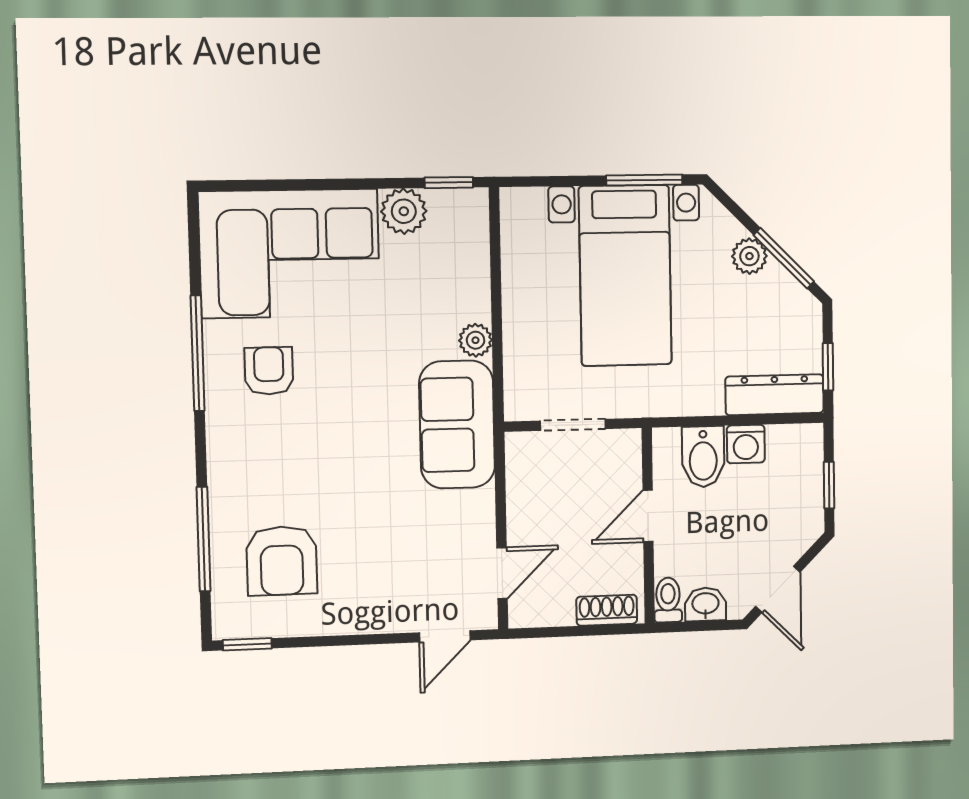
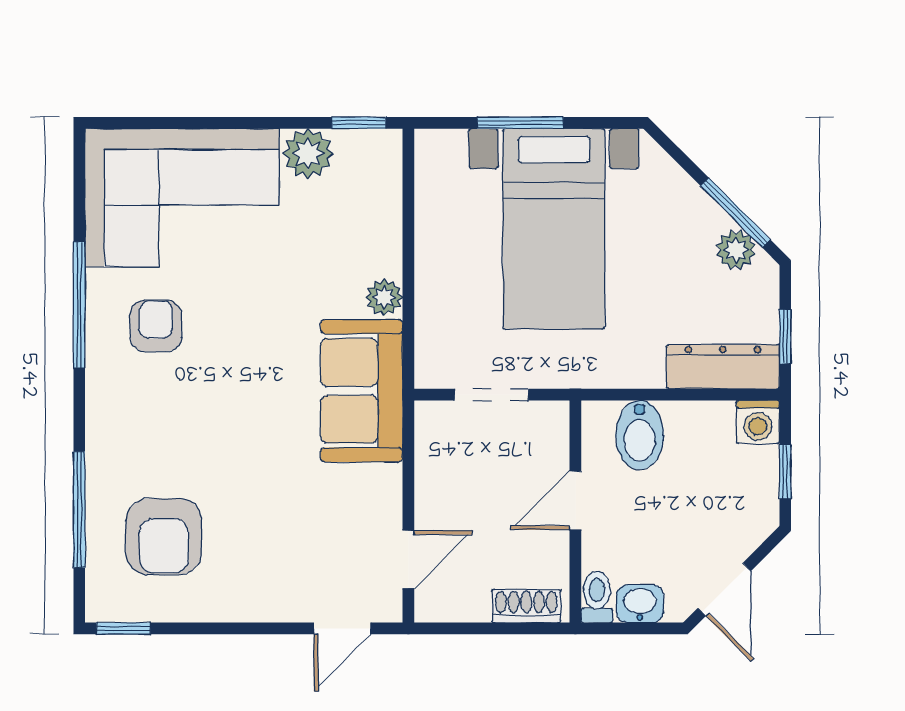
window: (644, 180) -> (520, 123), moved
plant: (749, 256) -> (736, 250), moved
washing machine: (746, 444) -> (758, 422), moved

